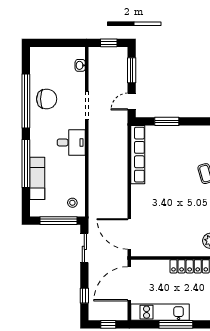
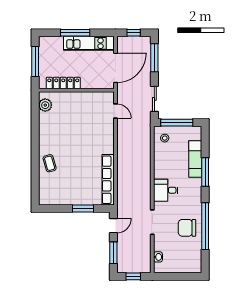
window: (26, 163) -> (205, 172), width x0.68
door: (129, 234) -> (116, 111), width x0.53
window: (84, 296) -> (154, 58), width x2.17

